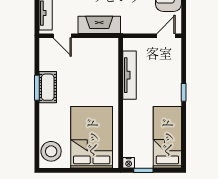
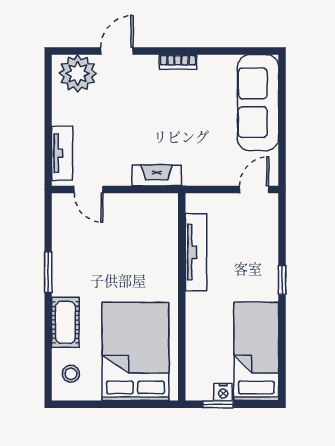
fireplace: (99, 25) -> (157, 175), width x0.73, depth x0.76
cot: (48, 87) -> (65, 322), moved
stool: (51, 151) -> (71, 374), width x0.53, depth x0.53
nightstand: (129, 163) -> (223, 392), moved

